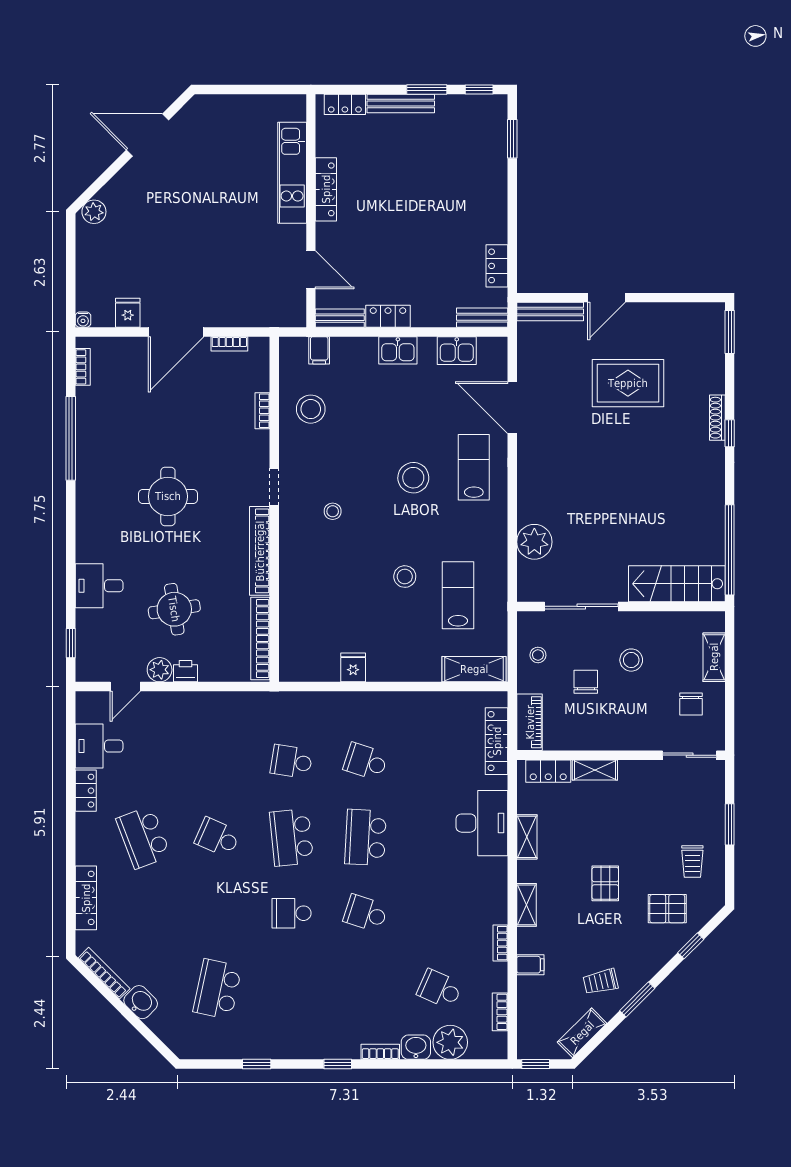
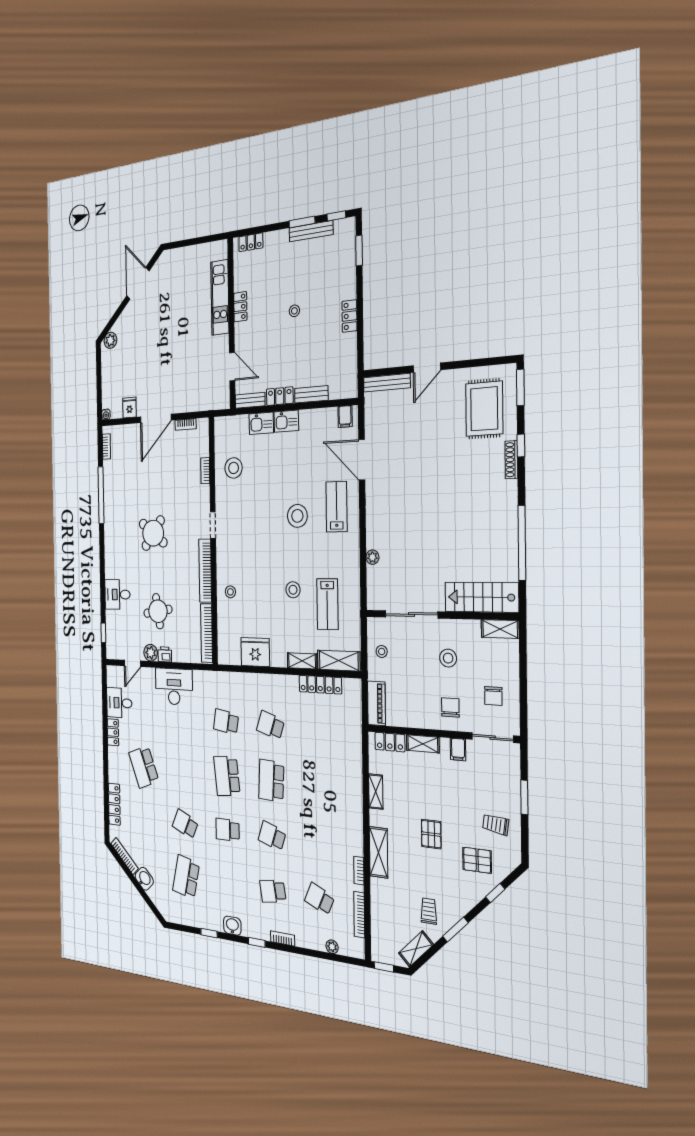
bench: (401, 103) -> (311, 231), moved
door: (147, 135) -> (138, 283), hinge flipped
locker: (326, 189) -> (240, 307), width x0.66
stool: (413, 205) -> (294, 311), added
locker: (497, 266) -> (349, 316), moved
bench: (482, 318) -> (311, 394), moved
filing cabinet: (319, 350) -> (345, 416), moved
kitchen sink: (457, 351) -> (261, 423), moved
rug: (628, 383) -> (484, 409), moved, turned 90
window: (730, 433) -> (521, 445), moved
round table: (168, 496) -> (153, 533), turned 37
stool: (333, 511) -> (230, 592), moved
plant: (534, 542) -> (372, 557), width x0.53, depth x0.53
window: (730, 550) -> (522, 543), moved
lab bench: (458, 595) -> (327, 604), turned 180
shelving: (714, 657) -> (500, 629), moved, turned 90
fridge: (353, 667) -> (255, 652), width x1.88, depth x1.34
shelving: (417, 672) -> (302, 661), added
chair: (586, 682) -> (450, 707), moved
locker: (497, 741) -> (320, 685), moved, turned -90
desk: (482, 823) -> (174, 687), moved, turned -90
school desk: (217, 837) -> (185, 824), moved
trolley: (692, 861) -> (496, 824), turned 98
shelving: (526, 905) -> (378, 852), width x1.50, depth x1.33
filing cabinet: (530, 965) -> (458, 749), moved, turned 90
trolley: (601, 982) -> (429, 911), turned 103
school desk: (366, 989) -> (273, 891), added
bookcase: (500, 1012) -> (359, 915), width x1.56
plant: (450, 1042) -> (332, 947), width x0.53, depth x0.53
washbasin: (416, 1047) -> (232, 926), moved

